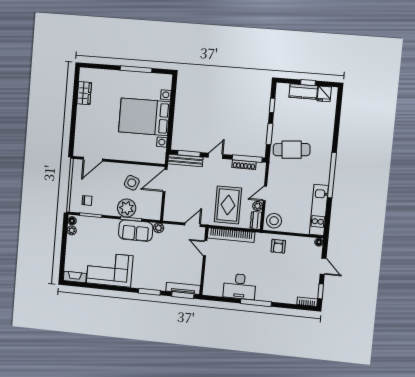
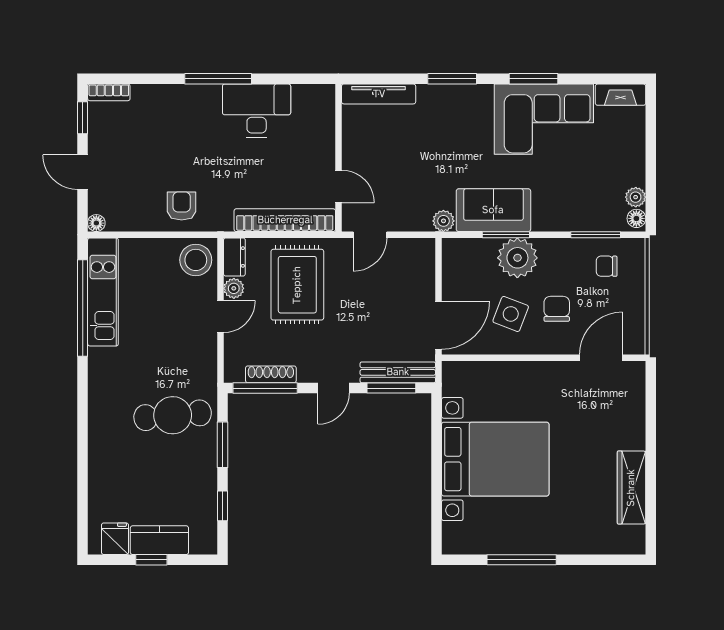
wardrobe: (84, 93) -> (631, 488), width x1.50
window: (332, 175) -> (83, 308), moved
chair: (111, 183) -> (557, 309), added
window: (183, 295) -> (534, 79), moved

